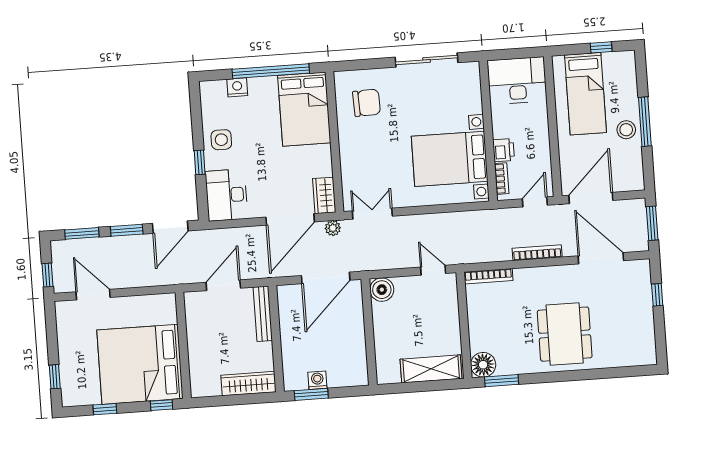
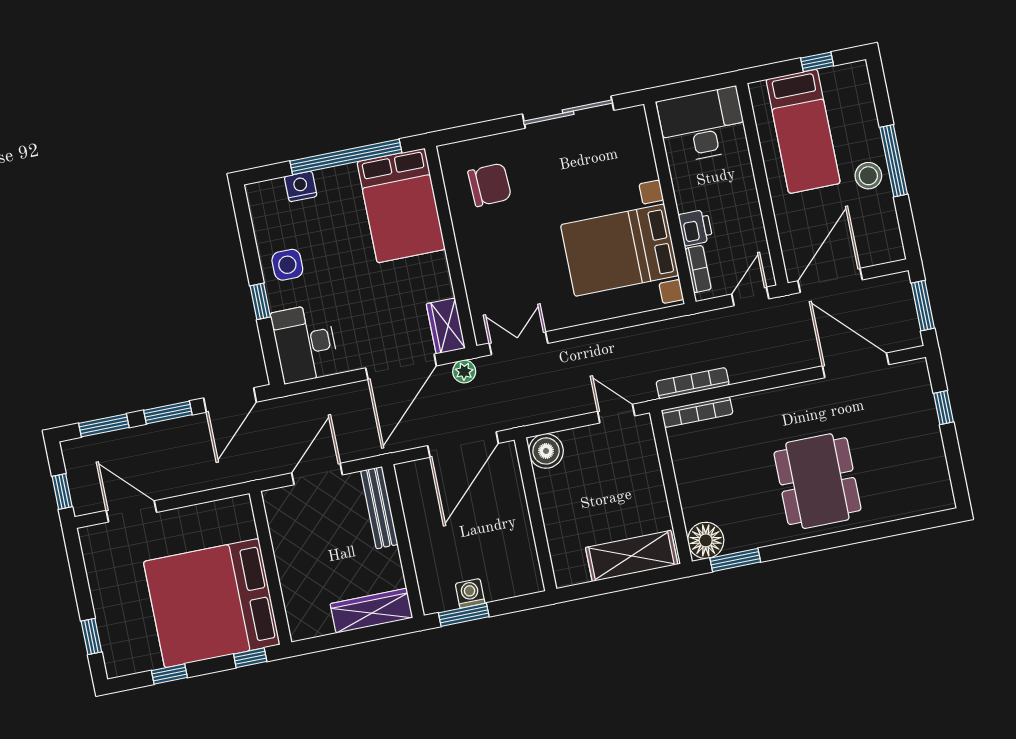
bookcase: (537, 253) -> (693, 383), moved

